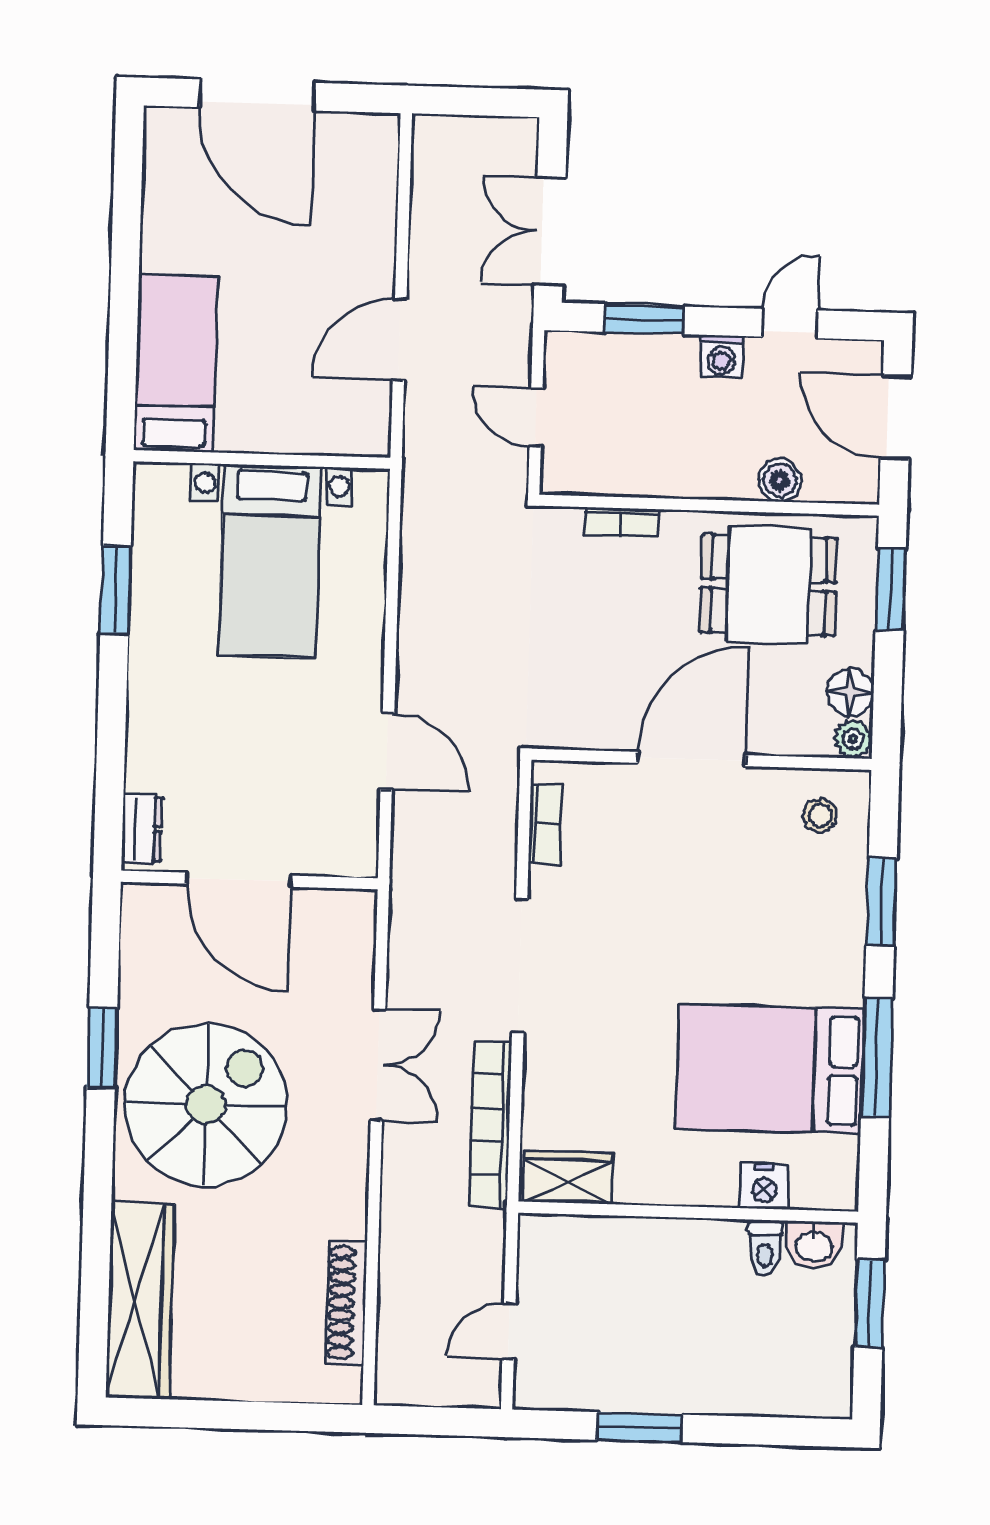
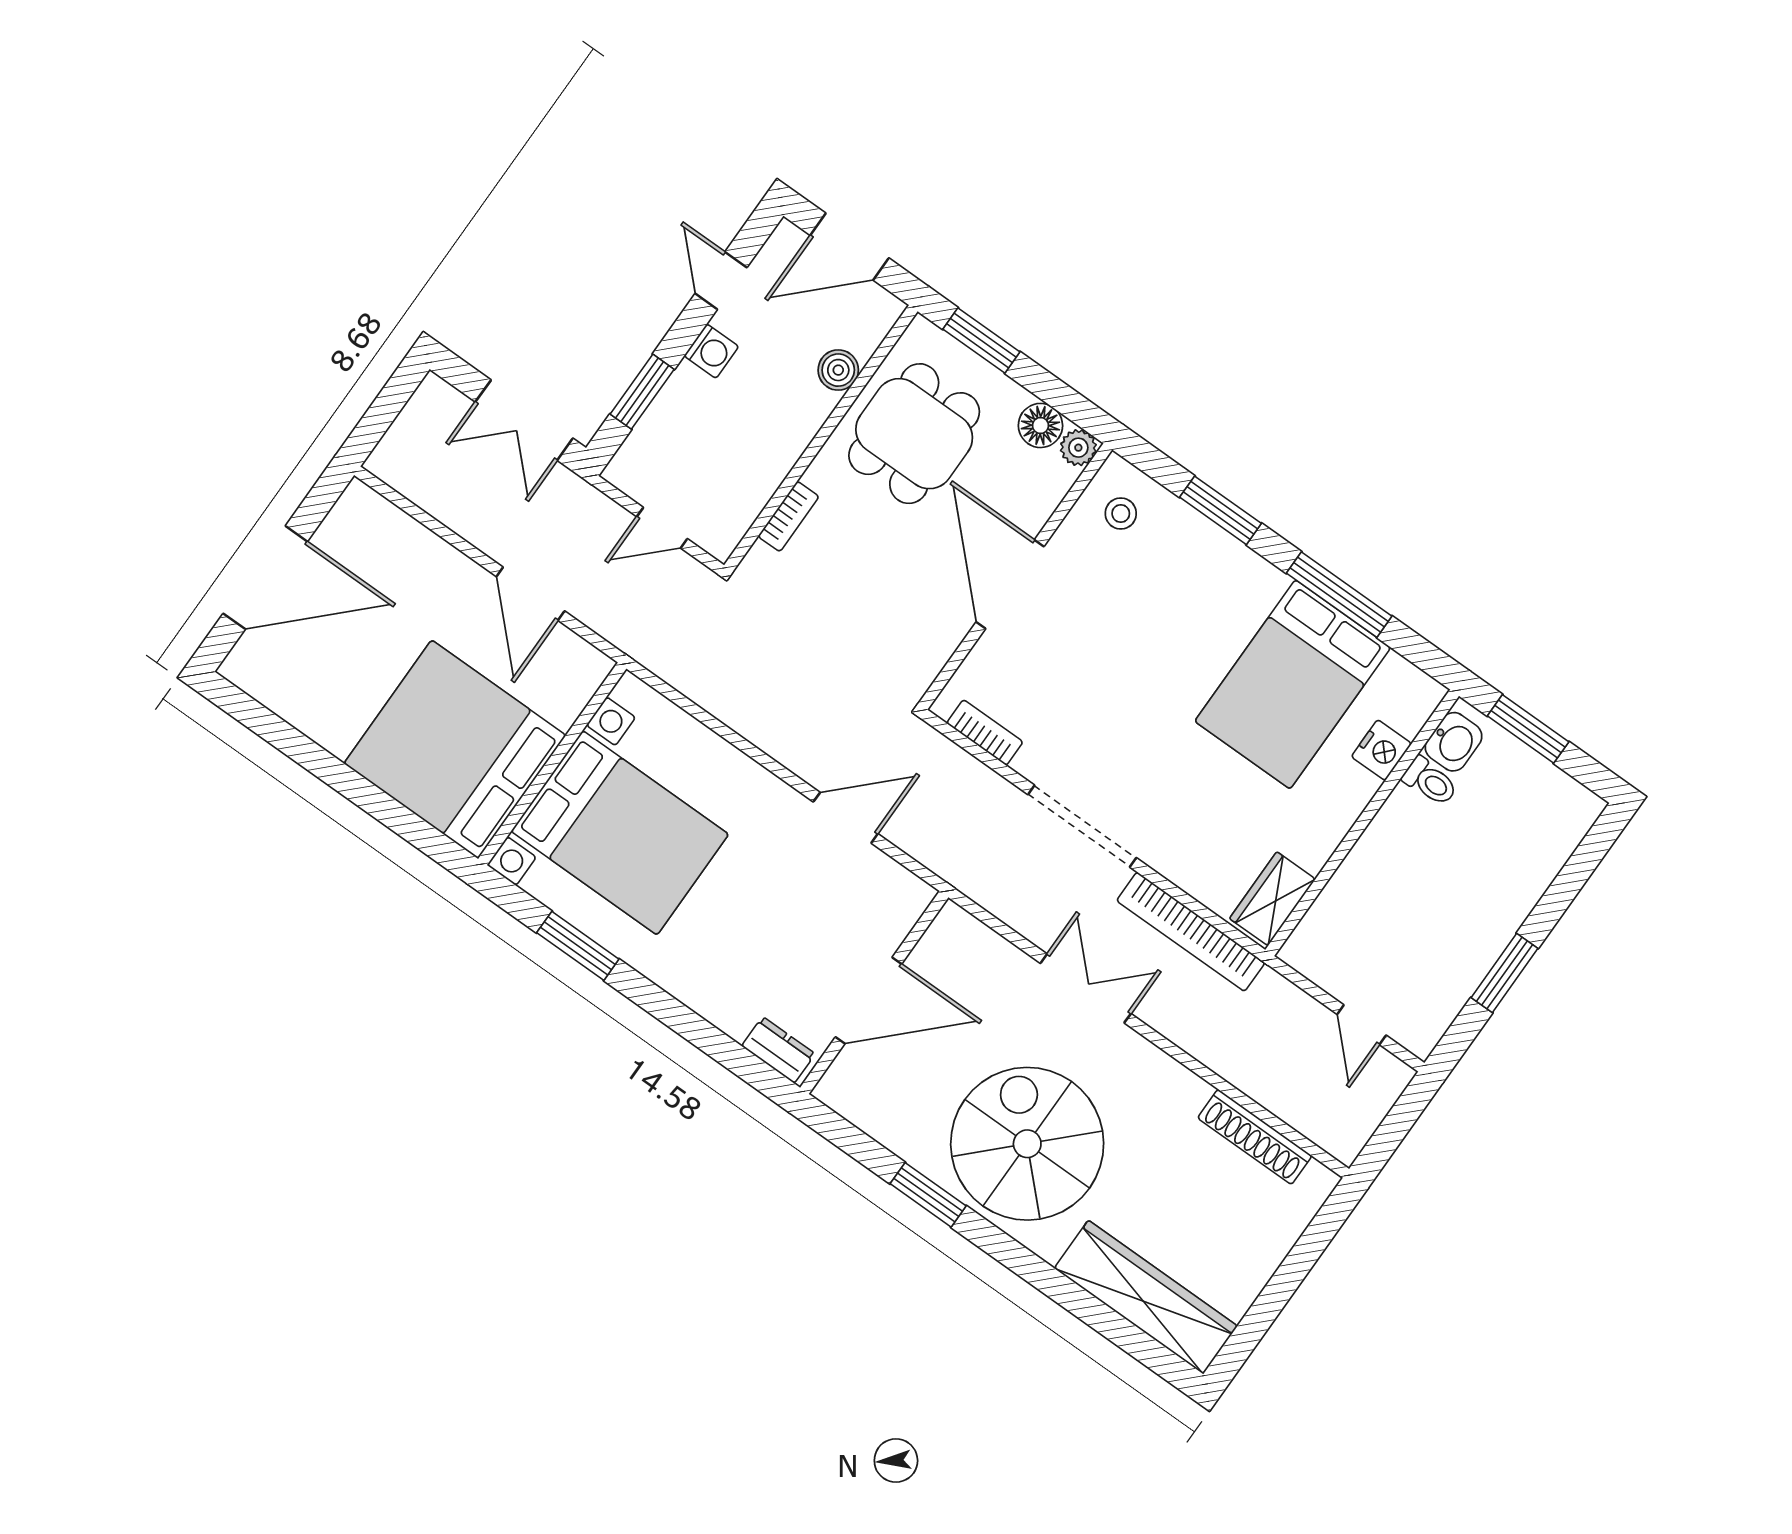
bed: (176, 363) -> (455, 749), width x2.04
bed with nightstands: (270, 561) -> (620, 833), width x1.36

